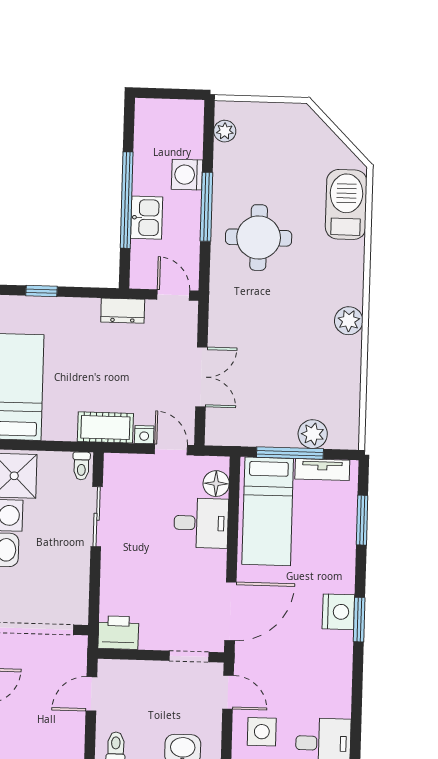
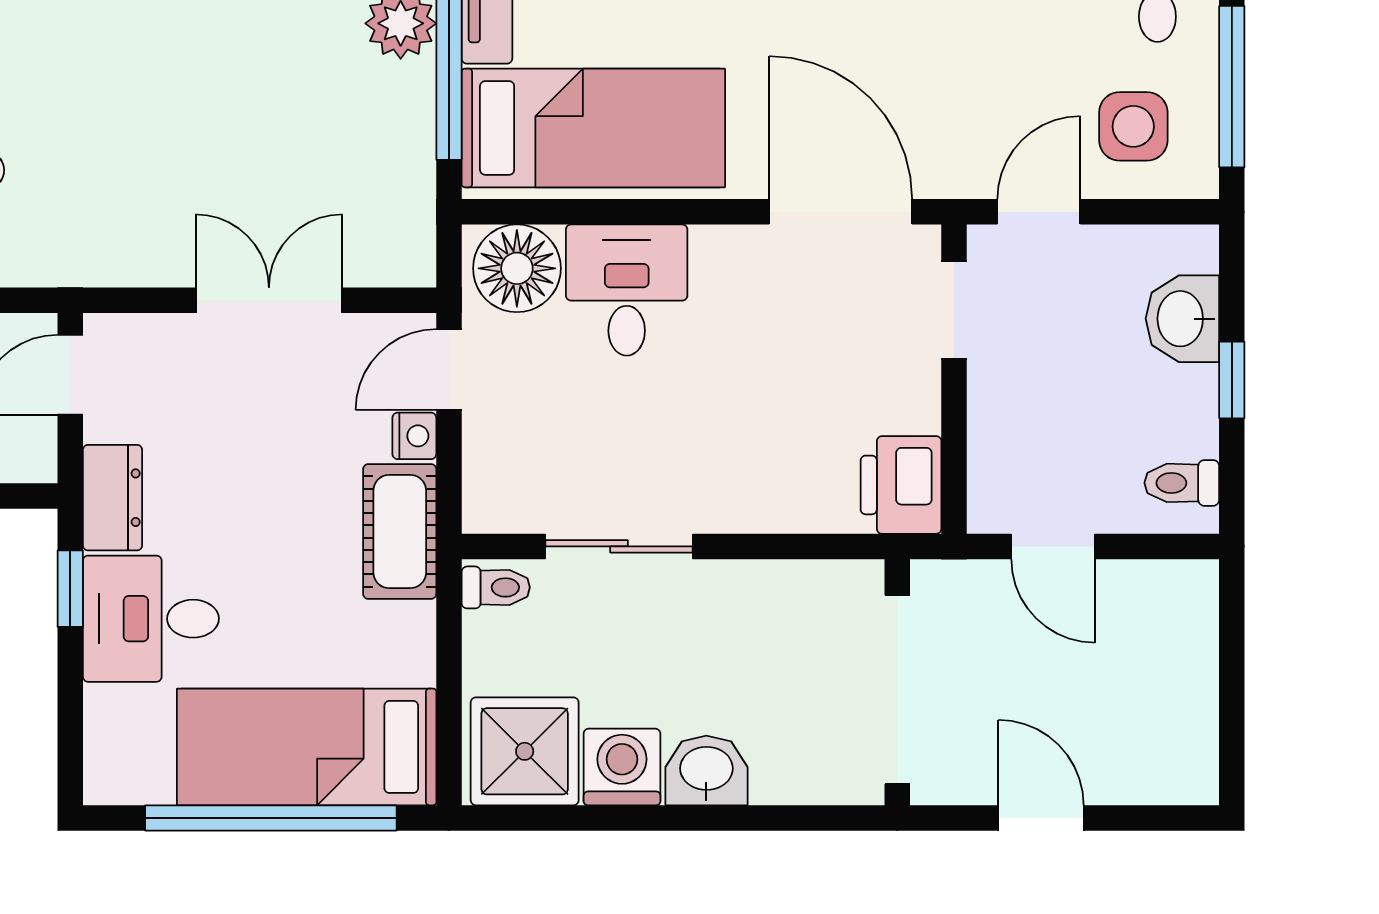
window: (41, 291) -> (70, 589), moved
desk: (73, 325) -> (151, 619), added
floor lamp: (216, 484) -> (517, 268), width x1.38, depth x1.38

